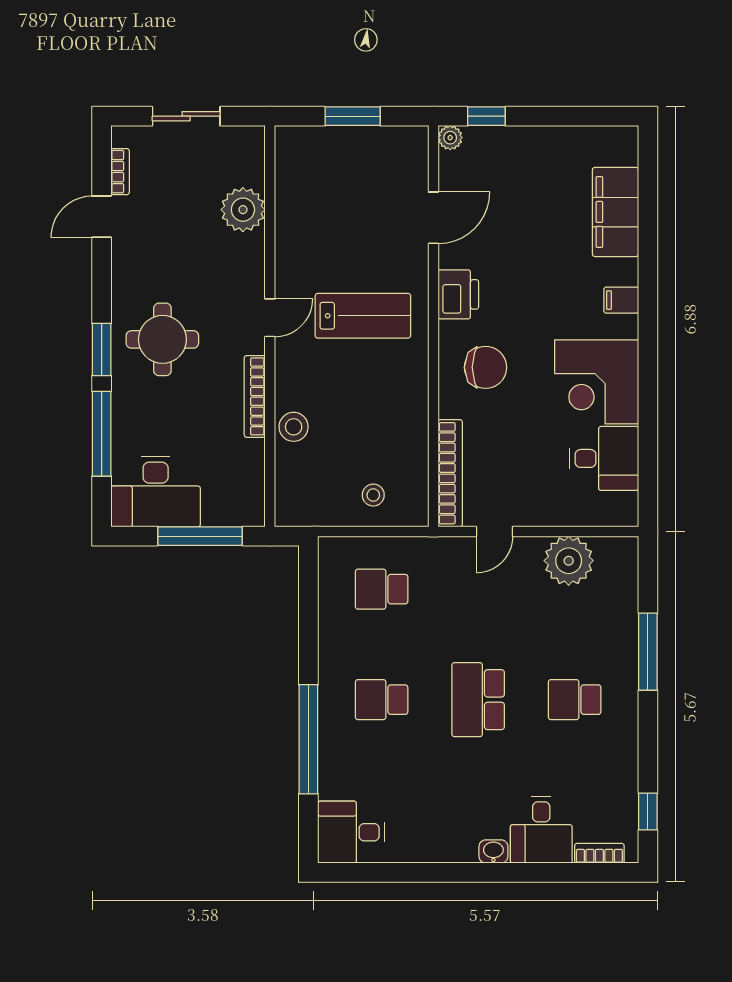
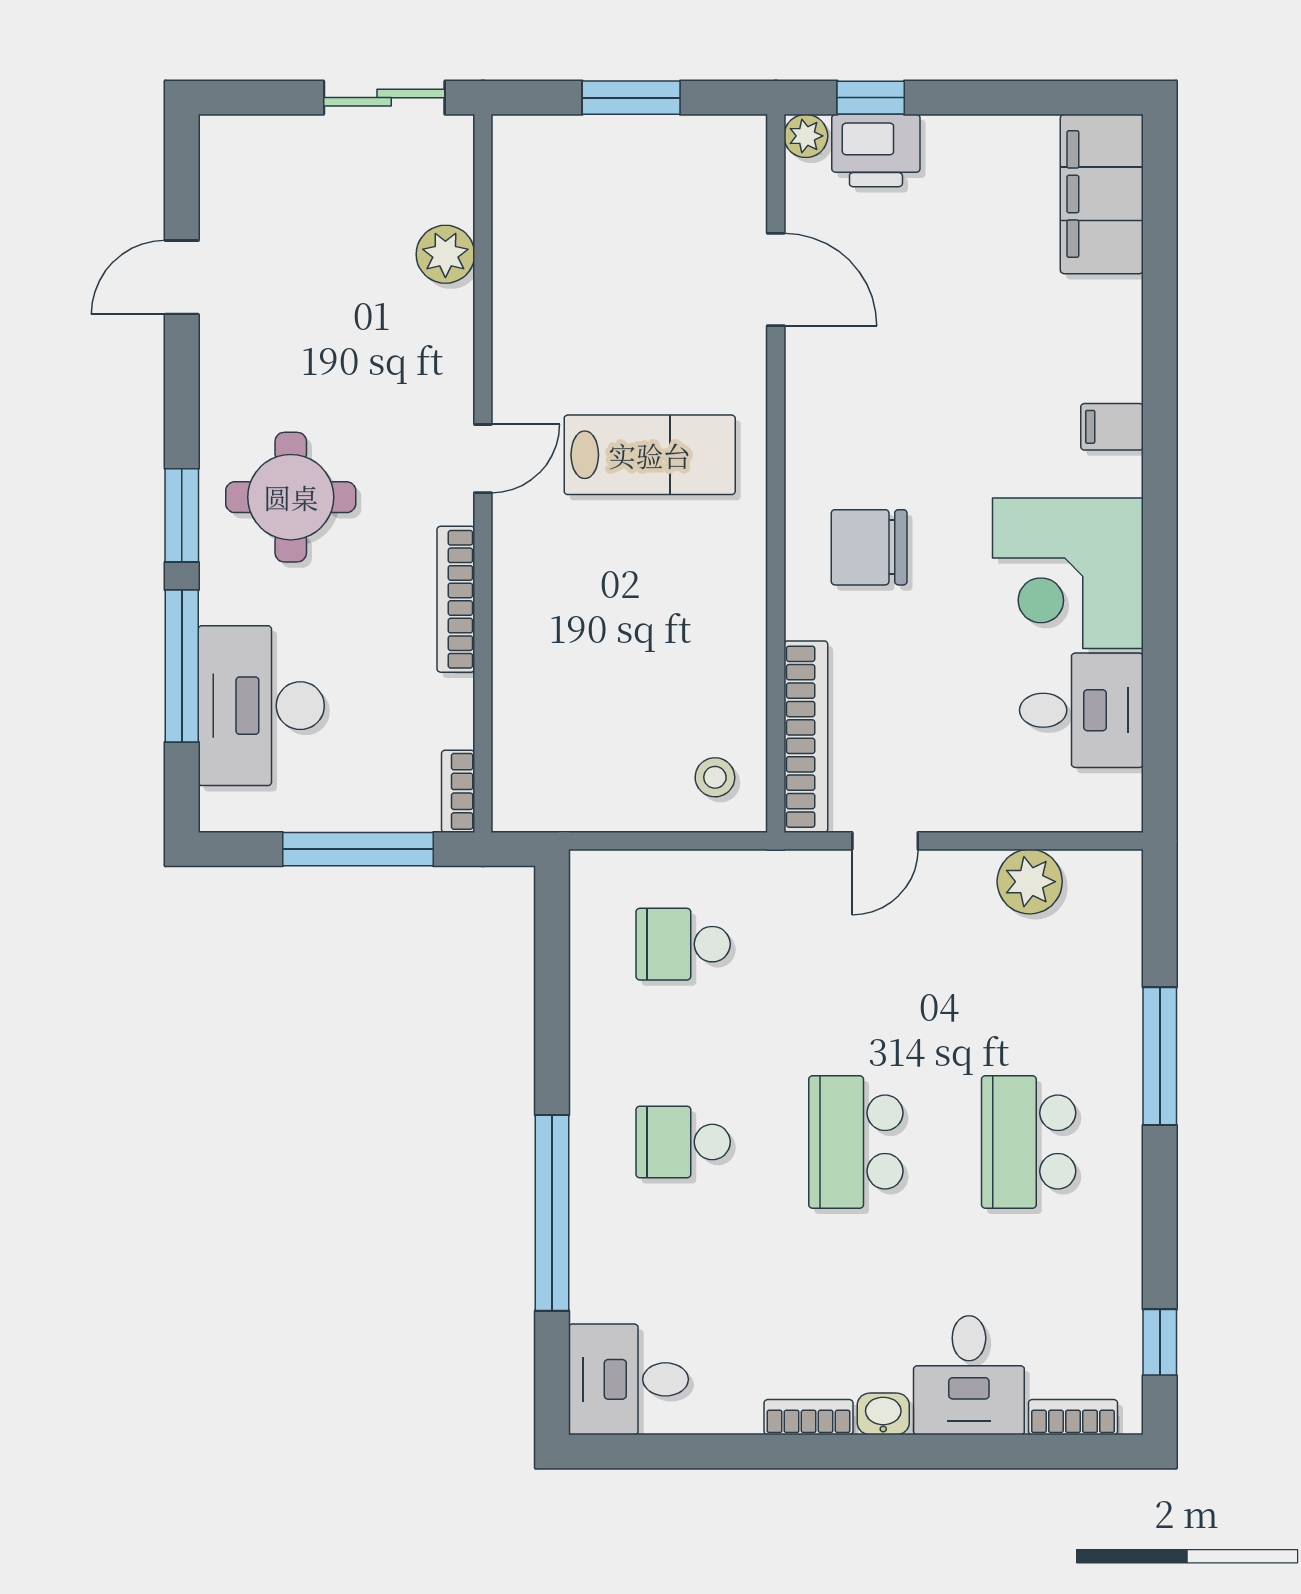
sliding door: (186, 116) -> (384, 98), moved
bookcase: (120, 172) -> (458, 791), moved, turned 180
plant: (243, 210) -> (445, 254), width x0.73, depth x0.73
filing cabinet: (616, 212) -> (1102, 194), moved
door: (433, 218) -> (776, 280), hinge flipped
printer: (458, 294) -> (876, 151), moved, turned 90
chair: (486, 367) -> (869, 547), turned 180
stool: (294, 427) -> (525, 654), removed
desk: (156, 492) -> (261, 706), moved, turned 90
stool: (373, 495) -> (715, 777), moved
plant: (569, 561) -> (1030, 882), width x0.73, depth x0.73
school desk: (575, 700) -> (1029, 1142), width x1.85
bookcase: (452, 853) -> (809, 1417), added

